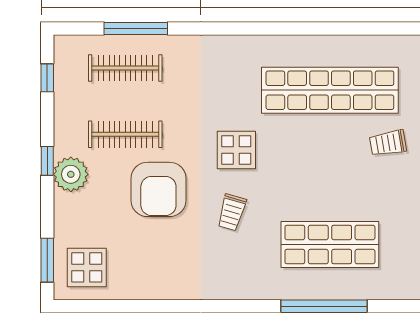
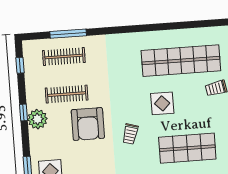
display table: (236, 150) -> (162, 103), moved

